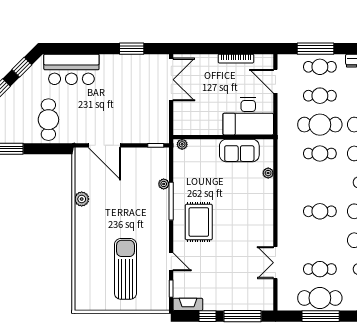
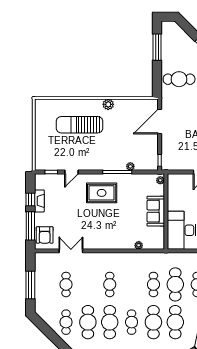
sofa: (239, 151) -> (156, 211), moved
plant: (82, 199) -> (108, 104), moved
sun lounger: (125, 269) -> (80, 125), moved, turned 180
armchair: (254, 297) -> (45, 235), added
cafe table: (320, 298) -> (44, 284), removed
fireplace: (188, 304) -> (39, 201), moved

